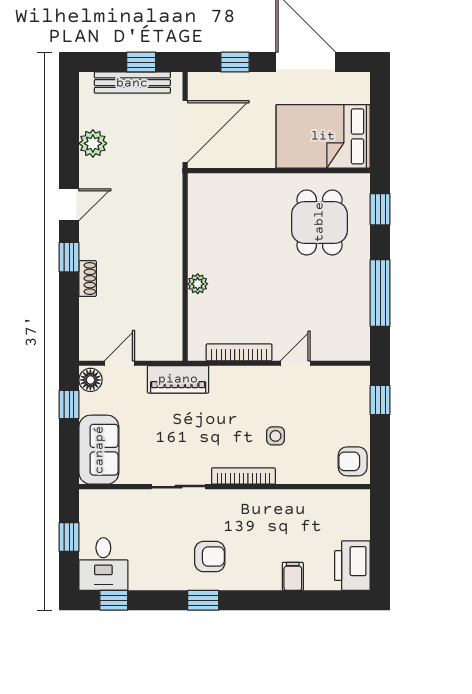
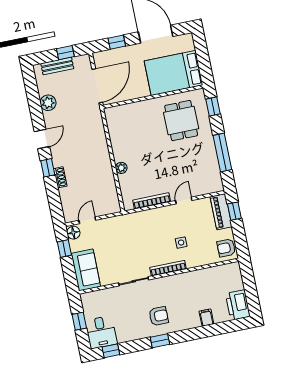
bench: (132, 83) -> (57, 66), width x0.73
piano: (178, 379) -> (221, 212), moved, turned 90

